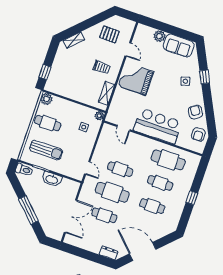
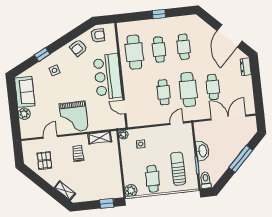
door: (123, 128) -> (124, 107), swing flipped

